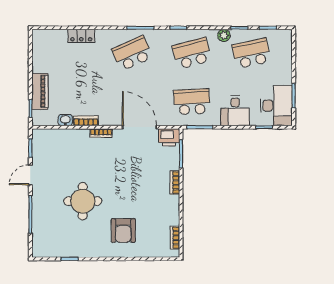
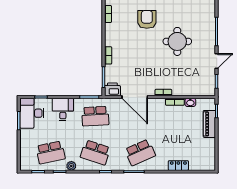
school desk: (192, 53) -> (95, 152), turned 33

